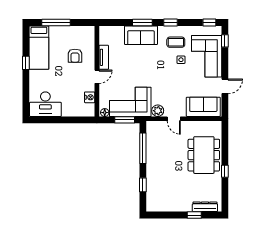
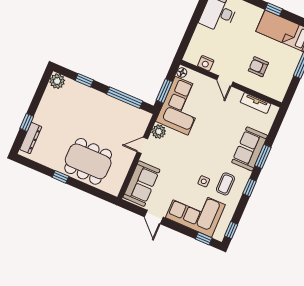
tv unit: (104, 57) -> (256, 103), moved
plant: (153, 205) -> (57, 81), added

